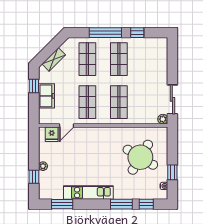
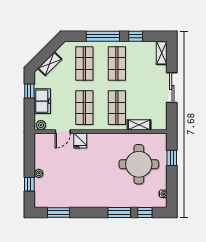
shelving: (163, 49) -> (162, 53), added
sliding door: (172, 99) -> (172, 88), moved
shelving: (141, 119) -> (139, 125), added
plant: (163, 119) -> (41, 125), moved
fridge: (52, 134) -> (80, 141), moved
round table: (140, 157) -> (139, 164), turned -31
window: (172, 172) -> (172, 158), moved
kitchen unit: (88, 192) -> (85, 200), removed

